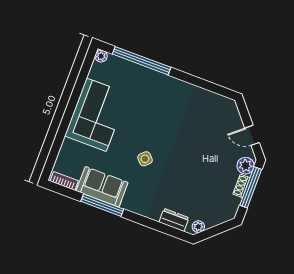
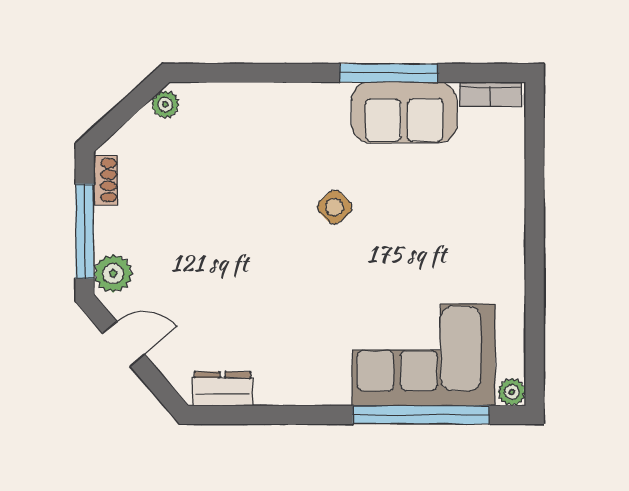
corner sofa: (96, 115) -> (424, 355), moved, turned 90
shoe rack: (241, 186) -> (106, 180), moved
dresser: (174, 220) -> (223, 389), moved, turned 180

